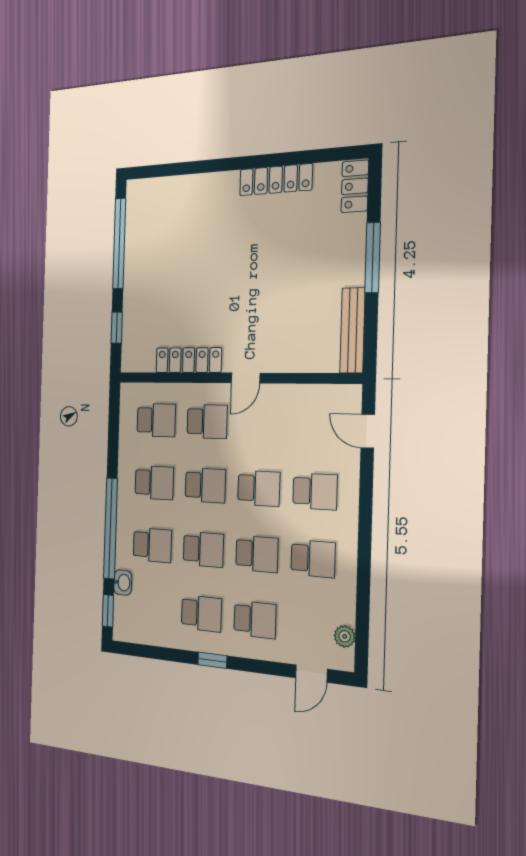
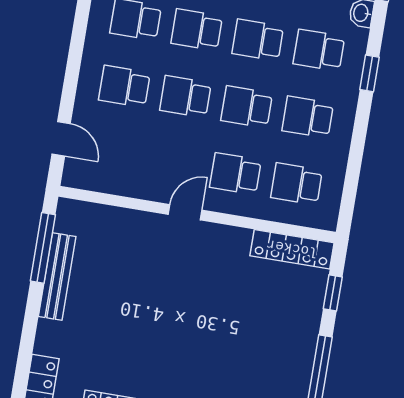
window: (373, 258) -> (43, 248), moved
bench: (352, 330) -> (57, 277), moved
locker: (188, 360) -> (292, 249), moved
window: (110, 528) -> (369, 73), width x0.32

